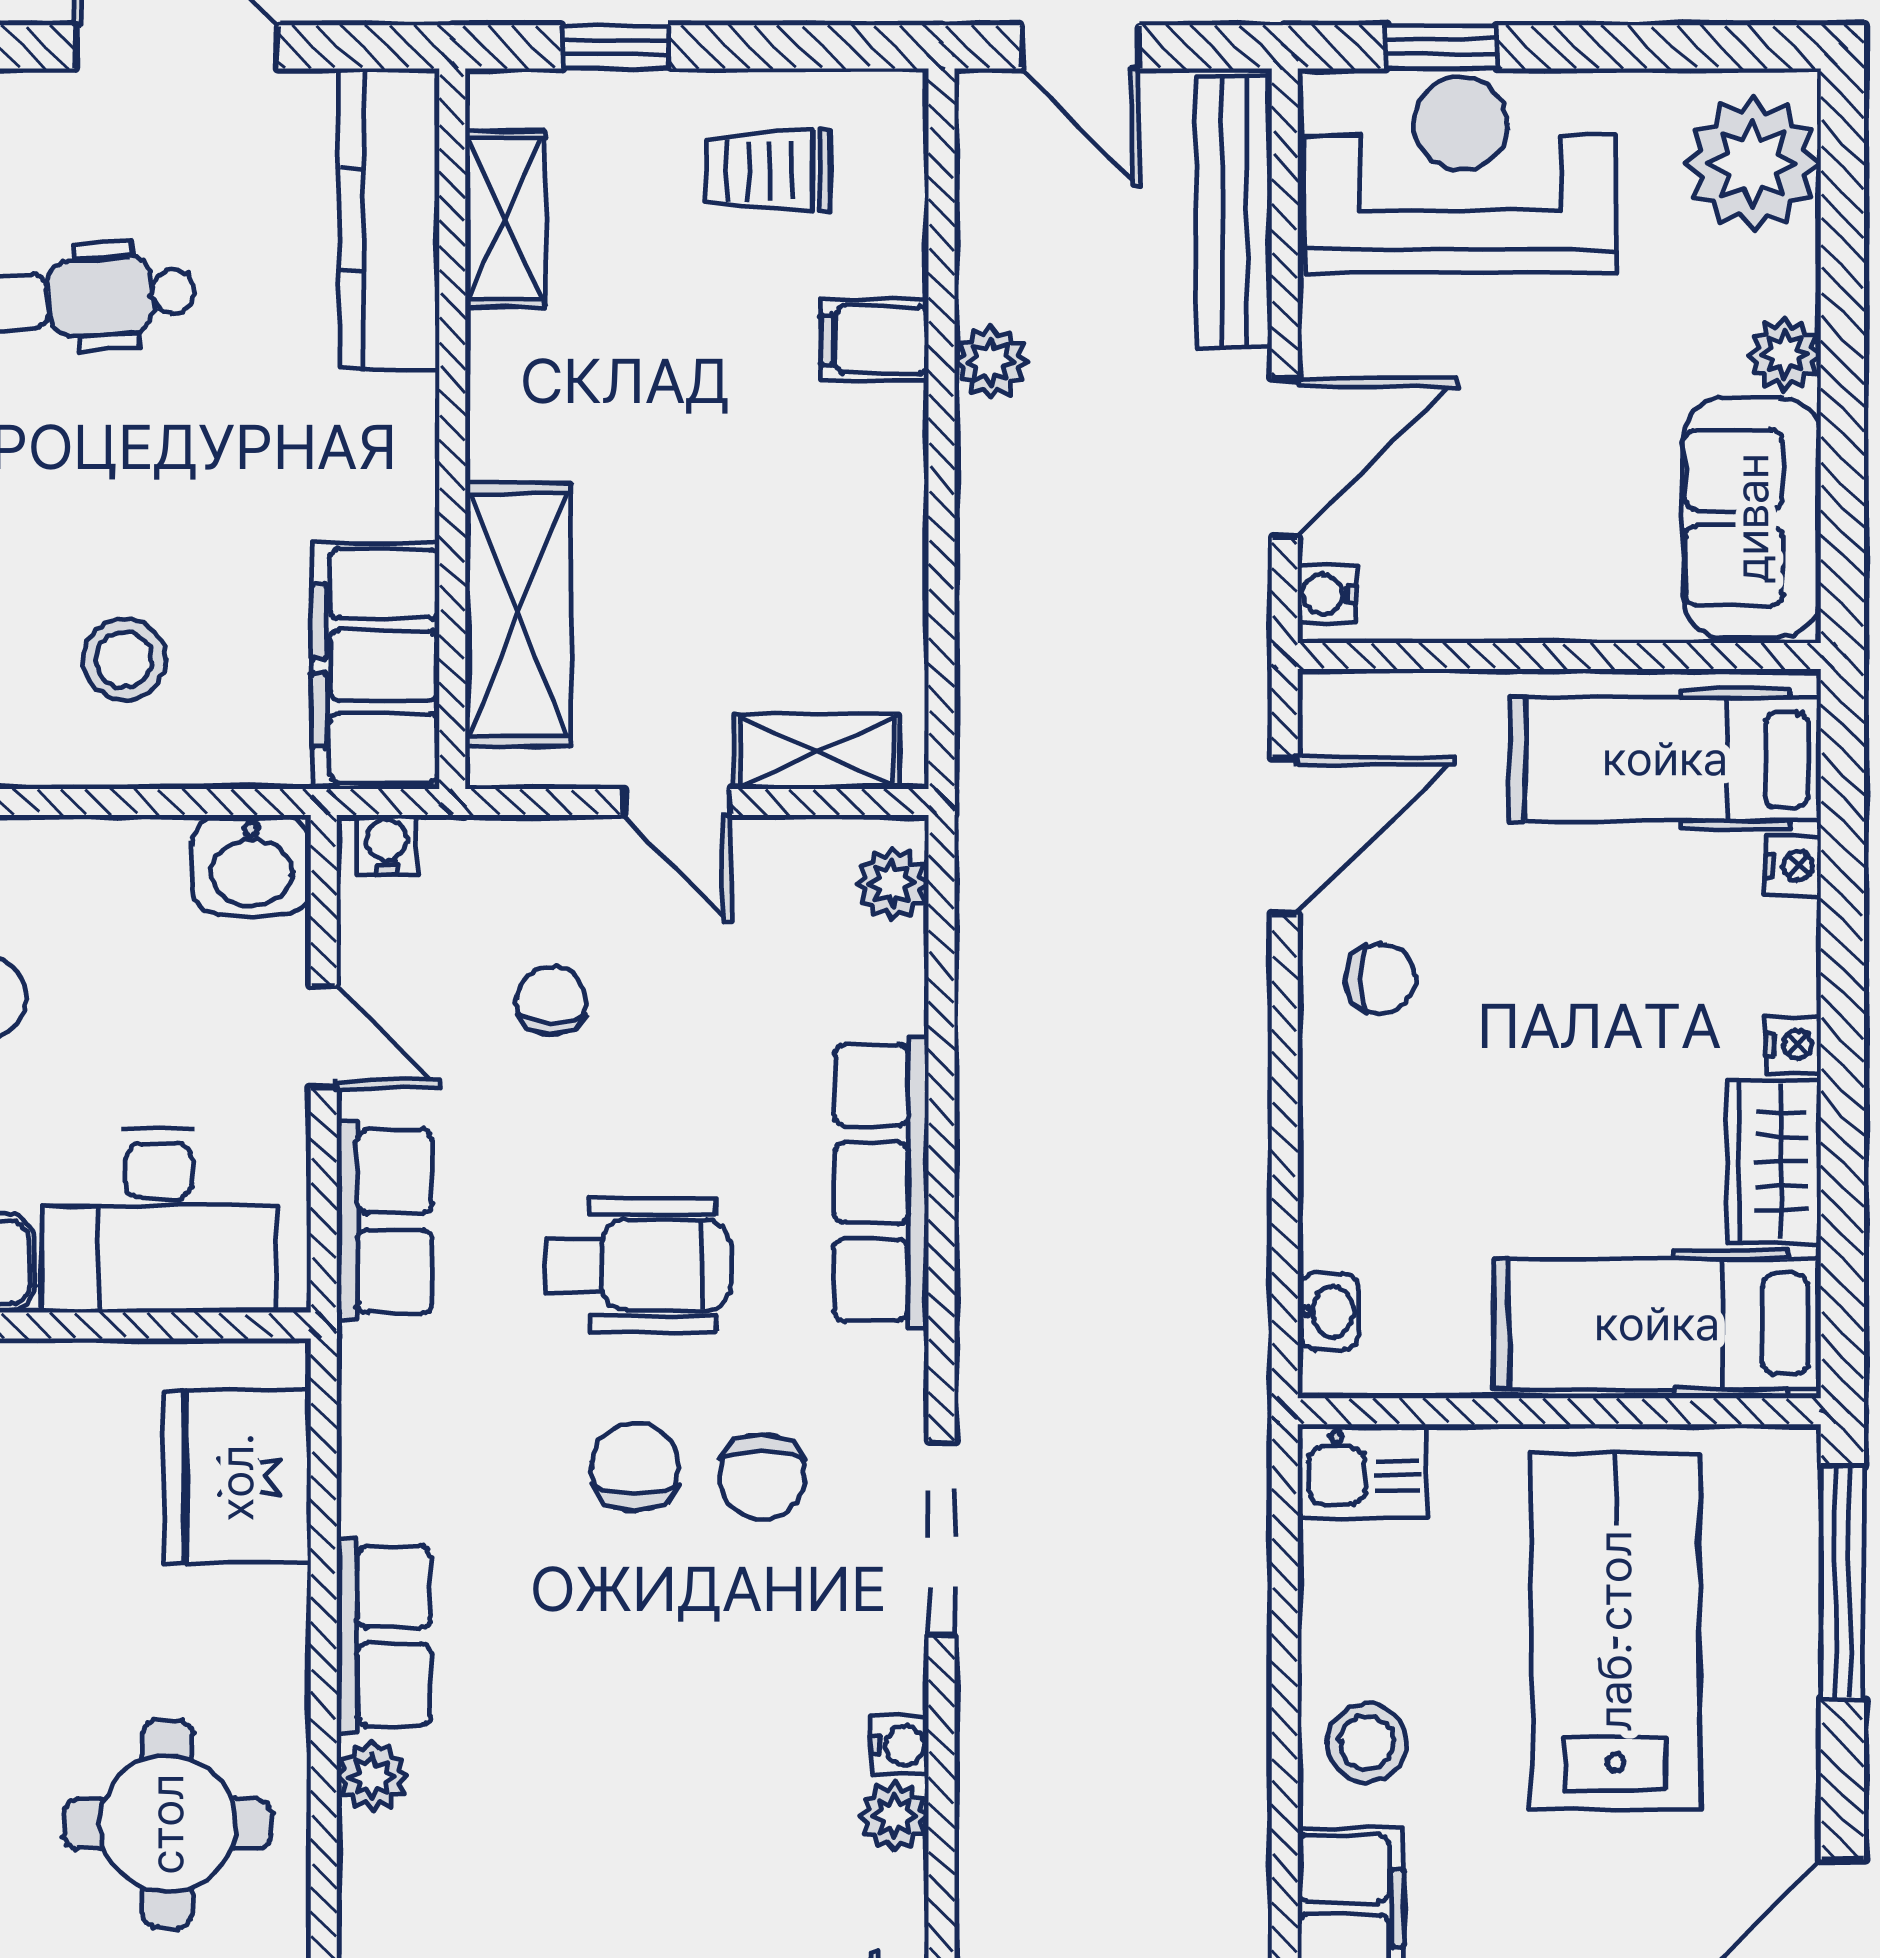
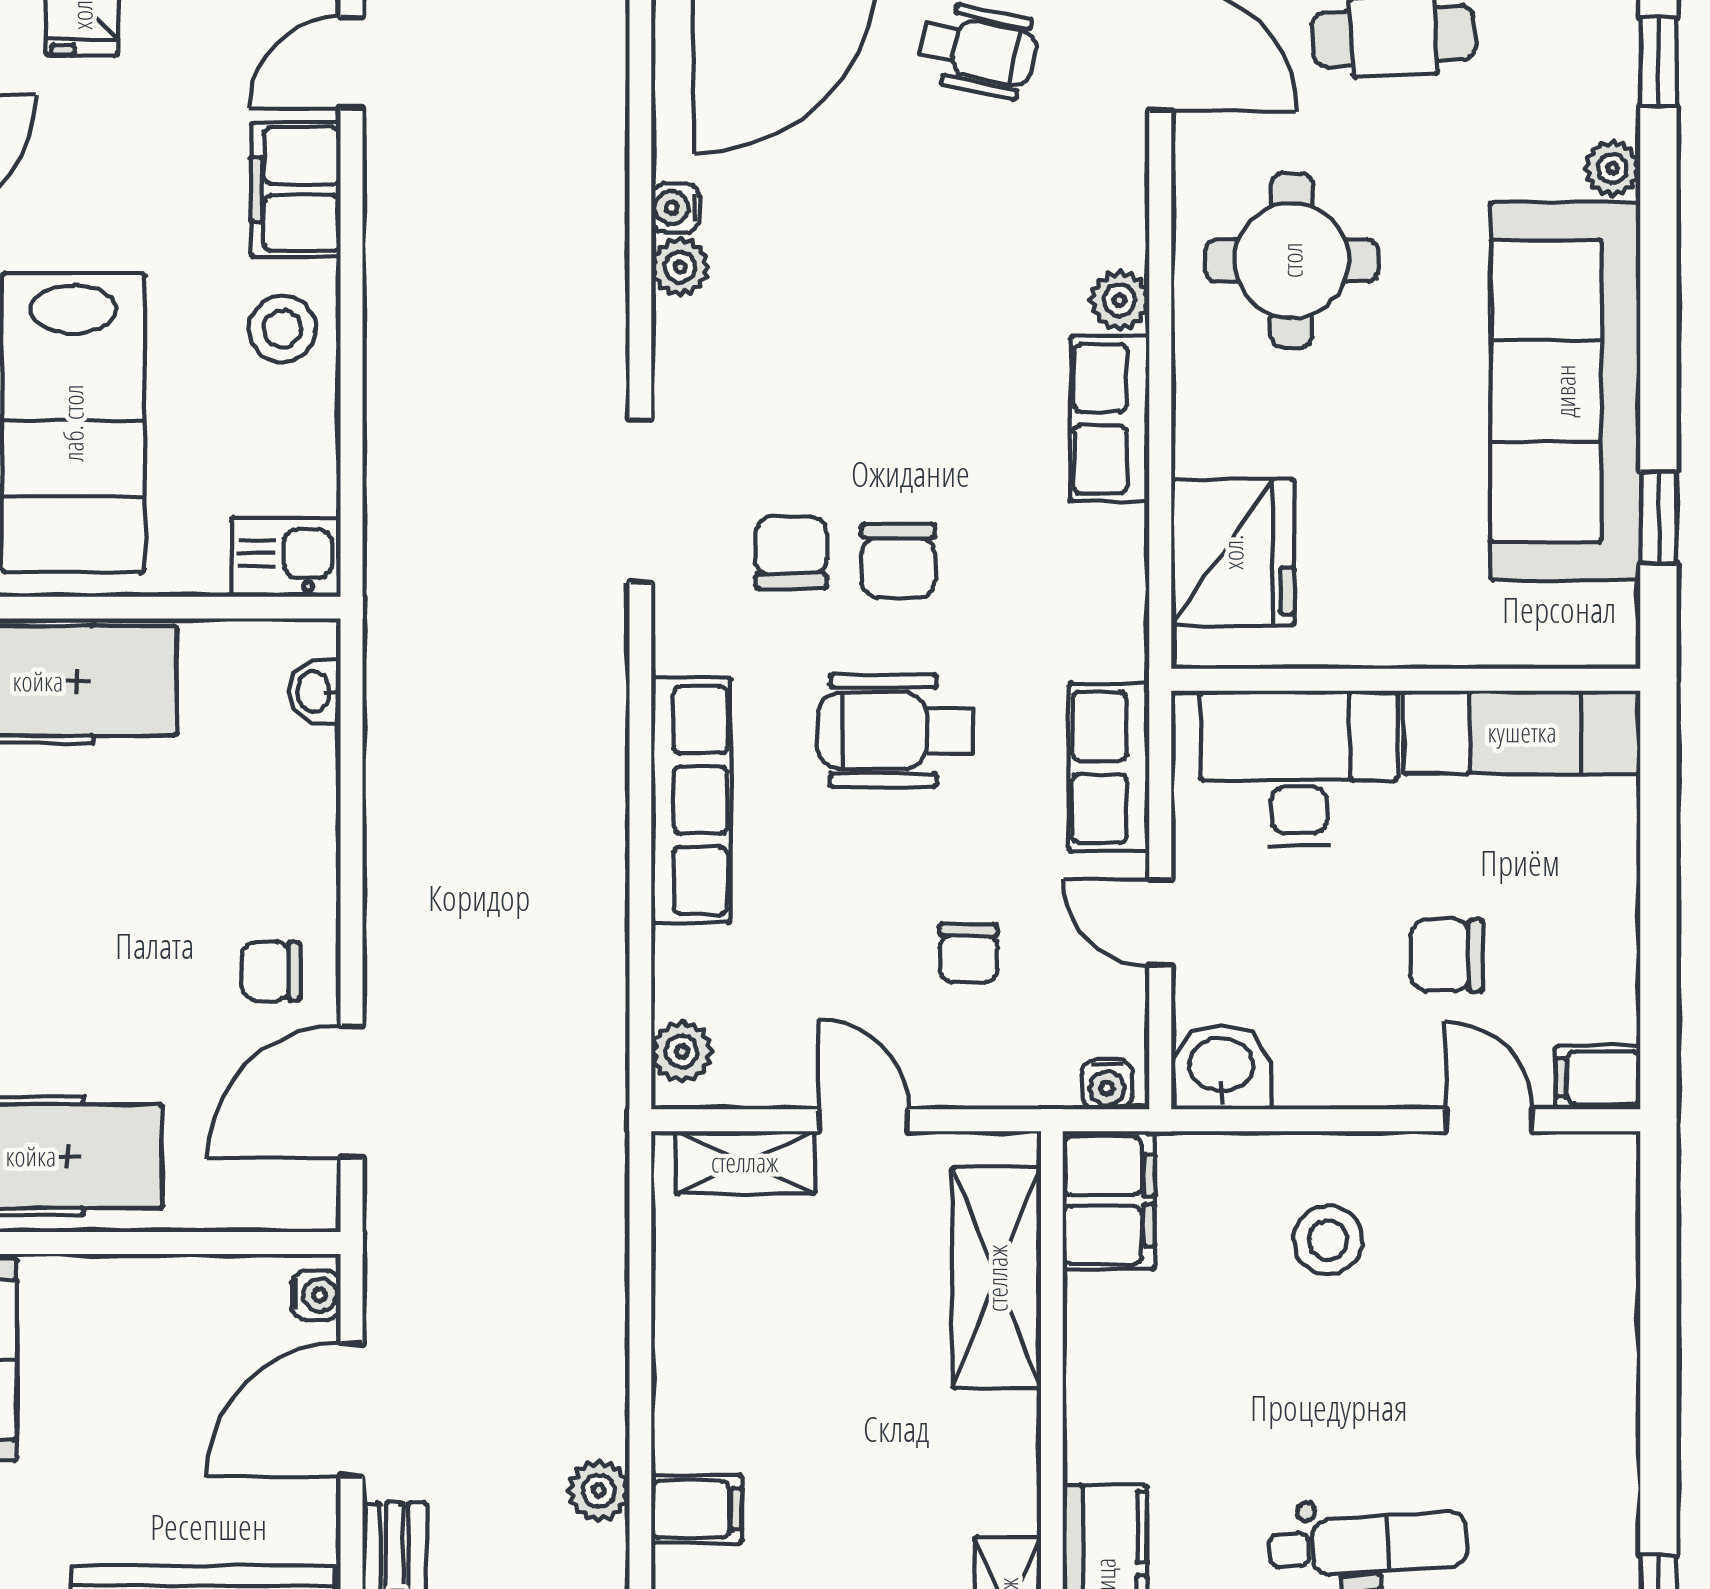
filing cabinet: (376, 666) -> (1109, 1200), width x0.67, depth x0.86
water cooler: (900, 1746) -> (676, 208), moved

